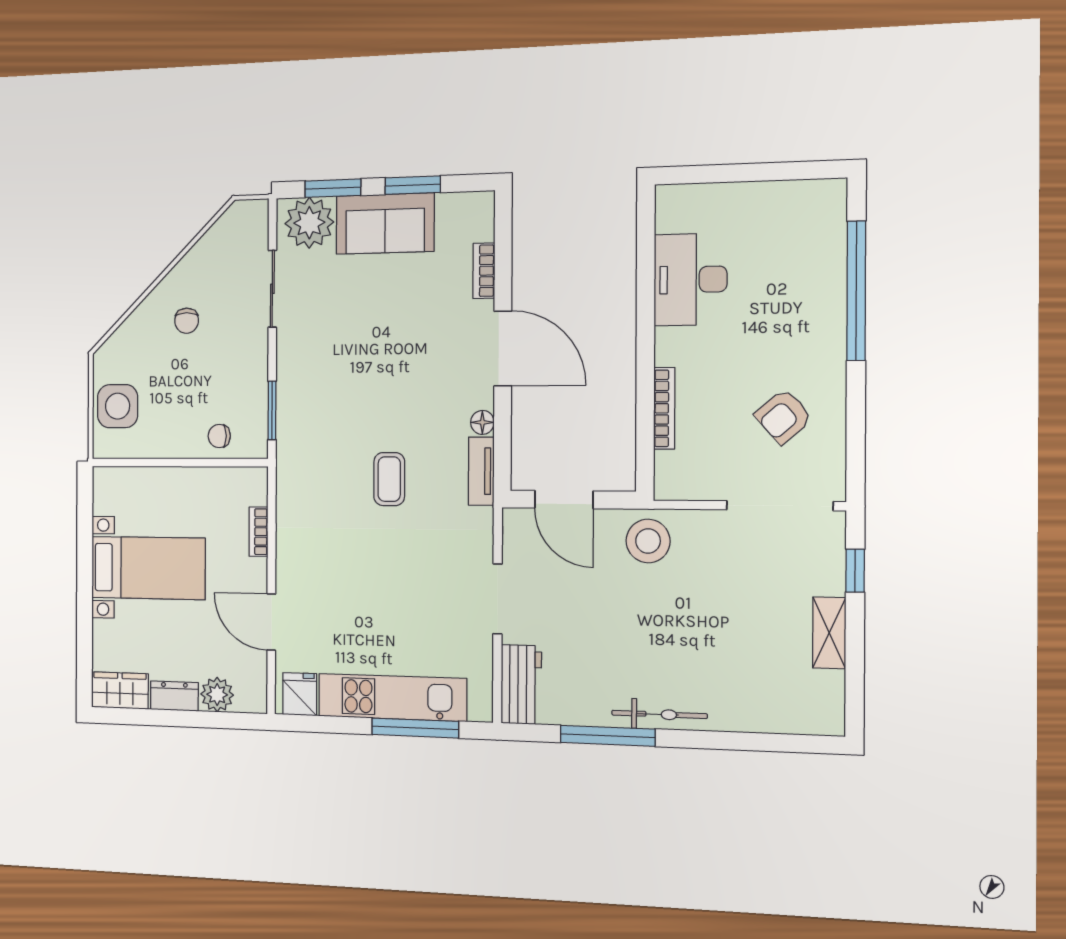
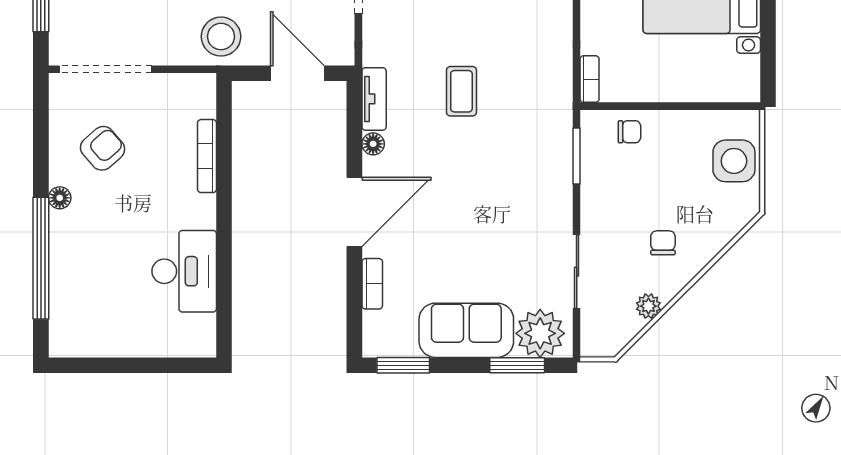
window: (413, 185) -> (403, 365), moved
plant: (201, 255) -> (648, 306), added
door: (503, 348) -> (354, 212), swing flipped
floor lamp: (834, 360) -> (60, 198), added
bookcase: (259, 532) -> (590, 79), moved

